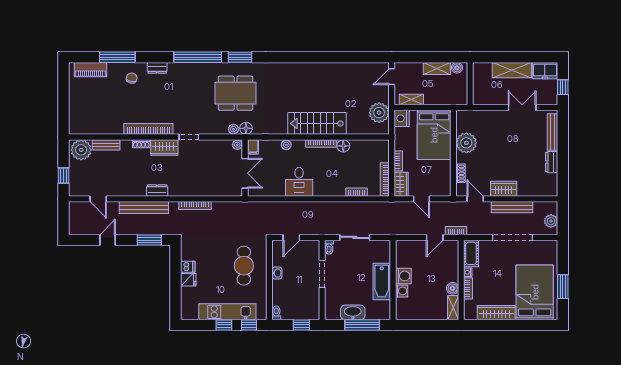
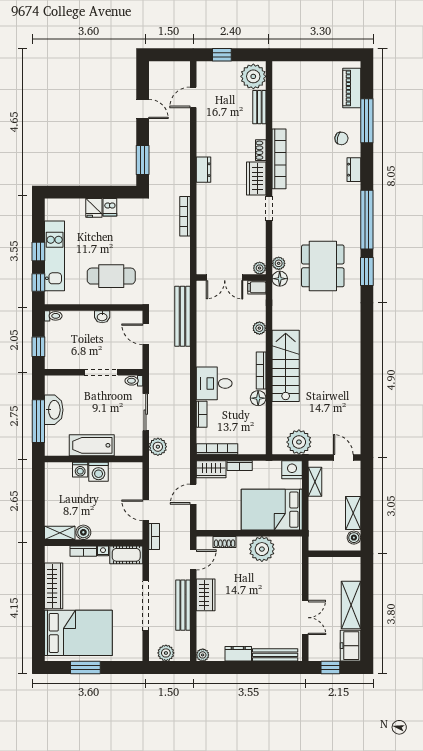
desk: (299, 182) -> (214, 383), moved
plant: (553, 191) -> (203, 655), added
bench: (144, 208) -> (183, 316), moved
plant: (383, 228) -> (158, 447), added

